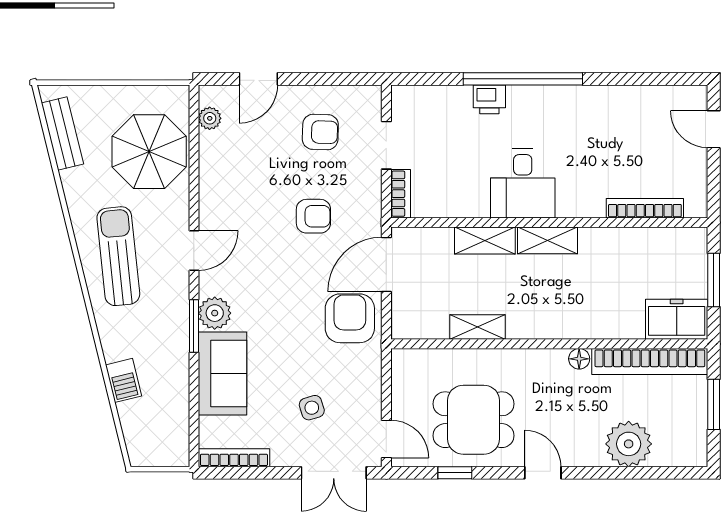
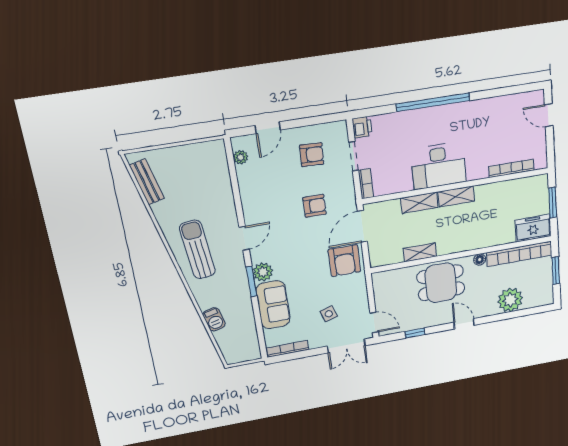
printer: (489, 99) -> (362, 127), moved, turned -90
parasol: (149, 152) -> (205, 184), removed
desk: (523, 183) -> (439, 166), width x1.37
armchair: (350, 318) -> (344, 261), turned 180
dining table: (474, 420) -> (441, 283), moved

